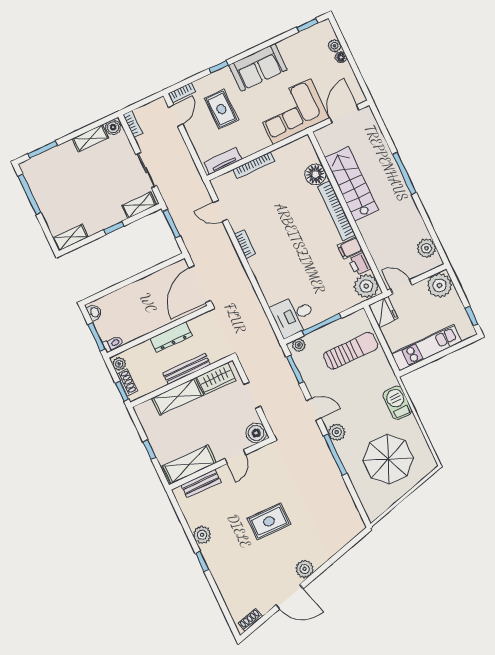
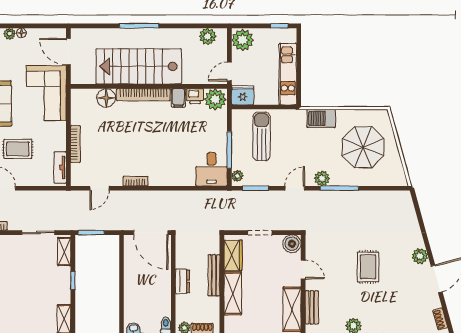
stairs: (352, 184) -> (139, 66), width x1.36, depth x1.51
dresser: (171, 337) -> (182, 281), width x0.70

